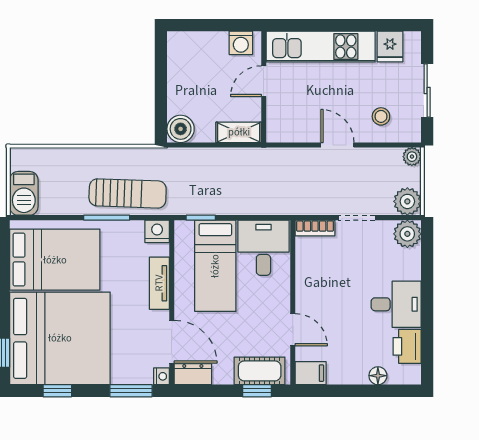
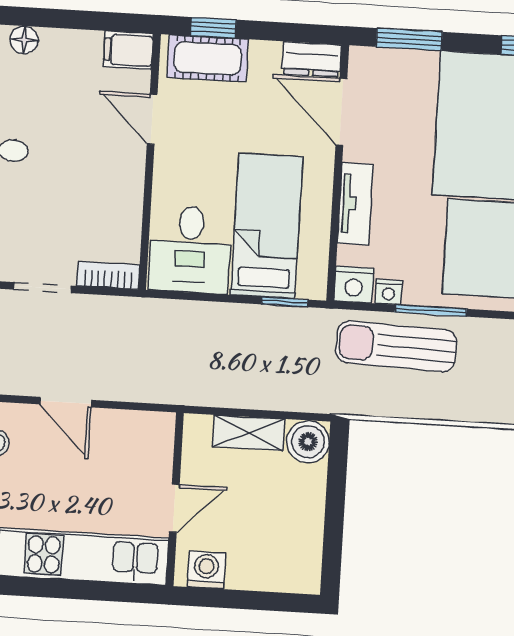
shelving: (239, 132) -> (249, 433), moved
nightstand: (161, 376) -> (389, 292), moved, turned -90

